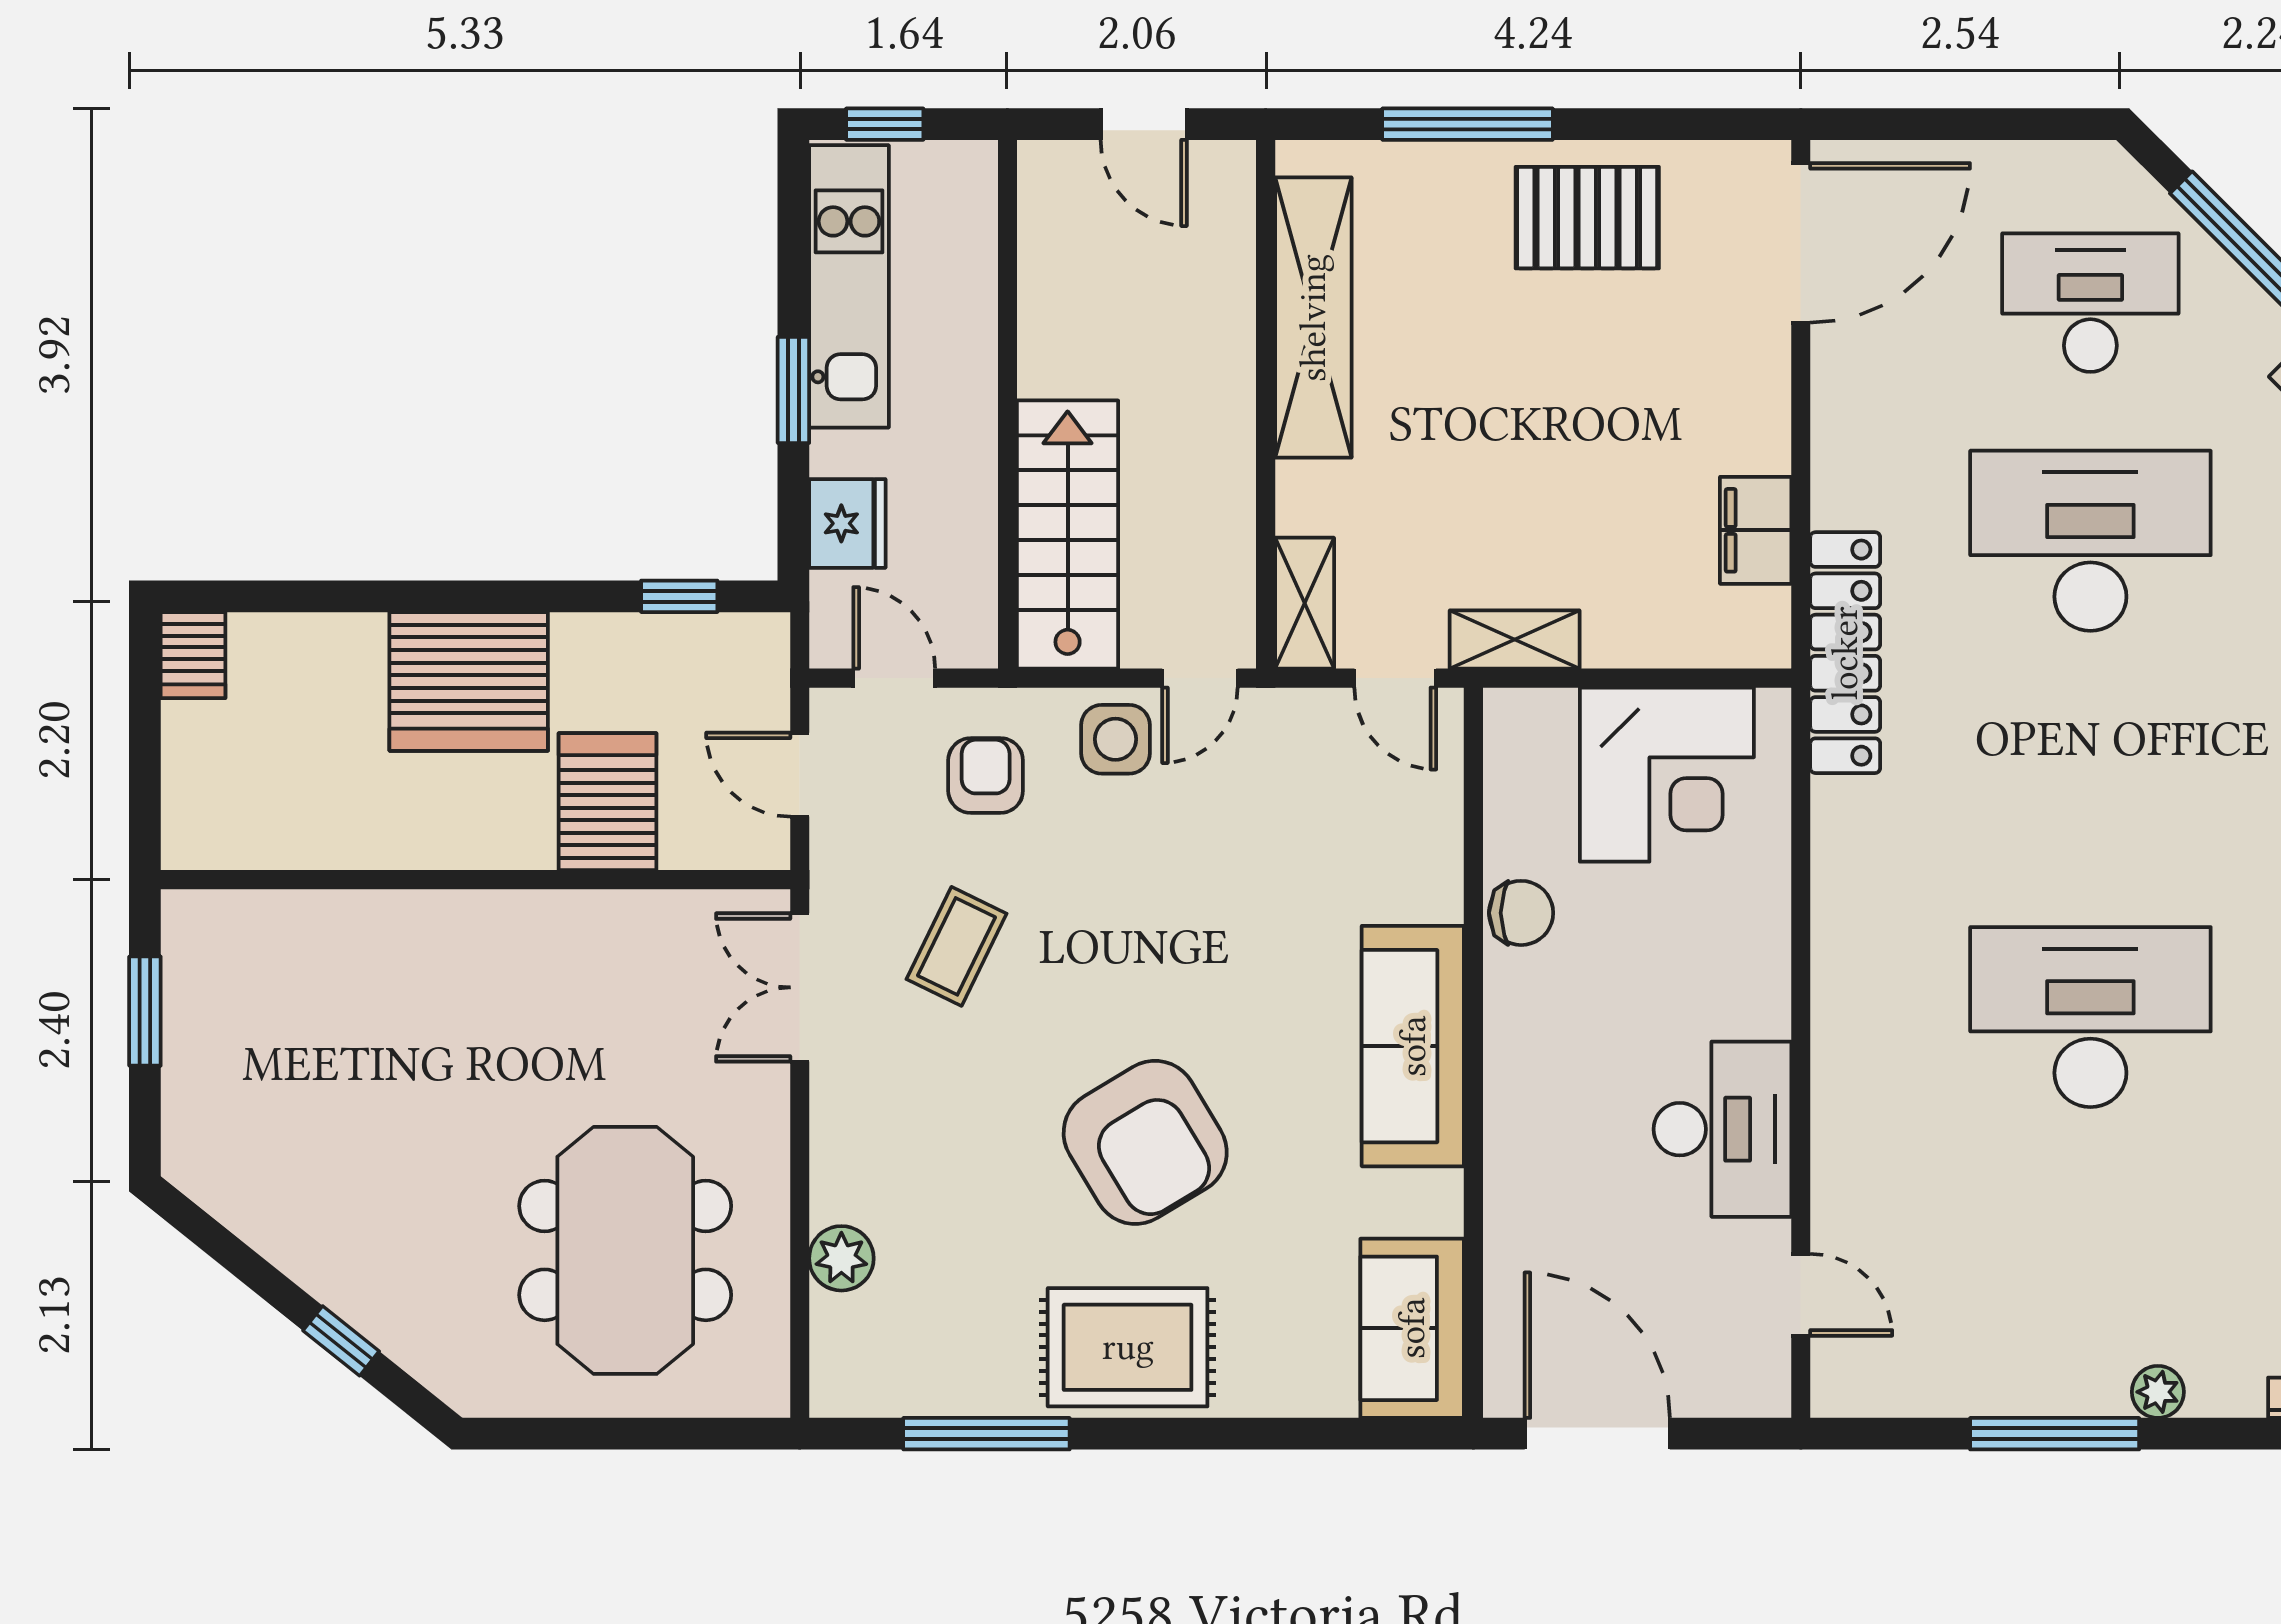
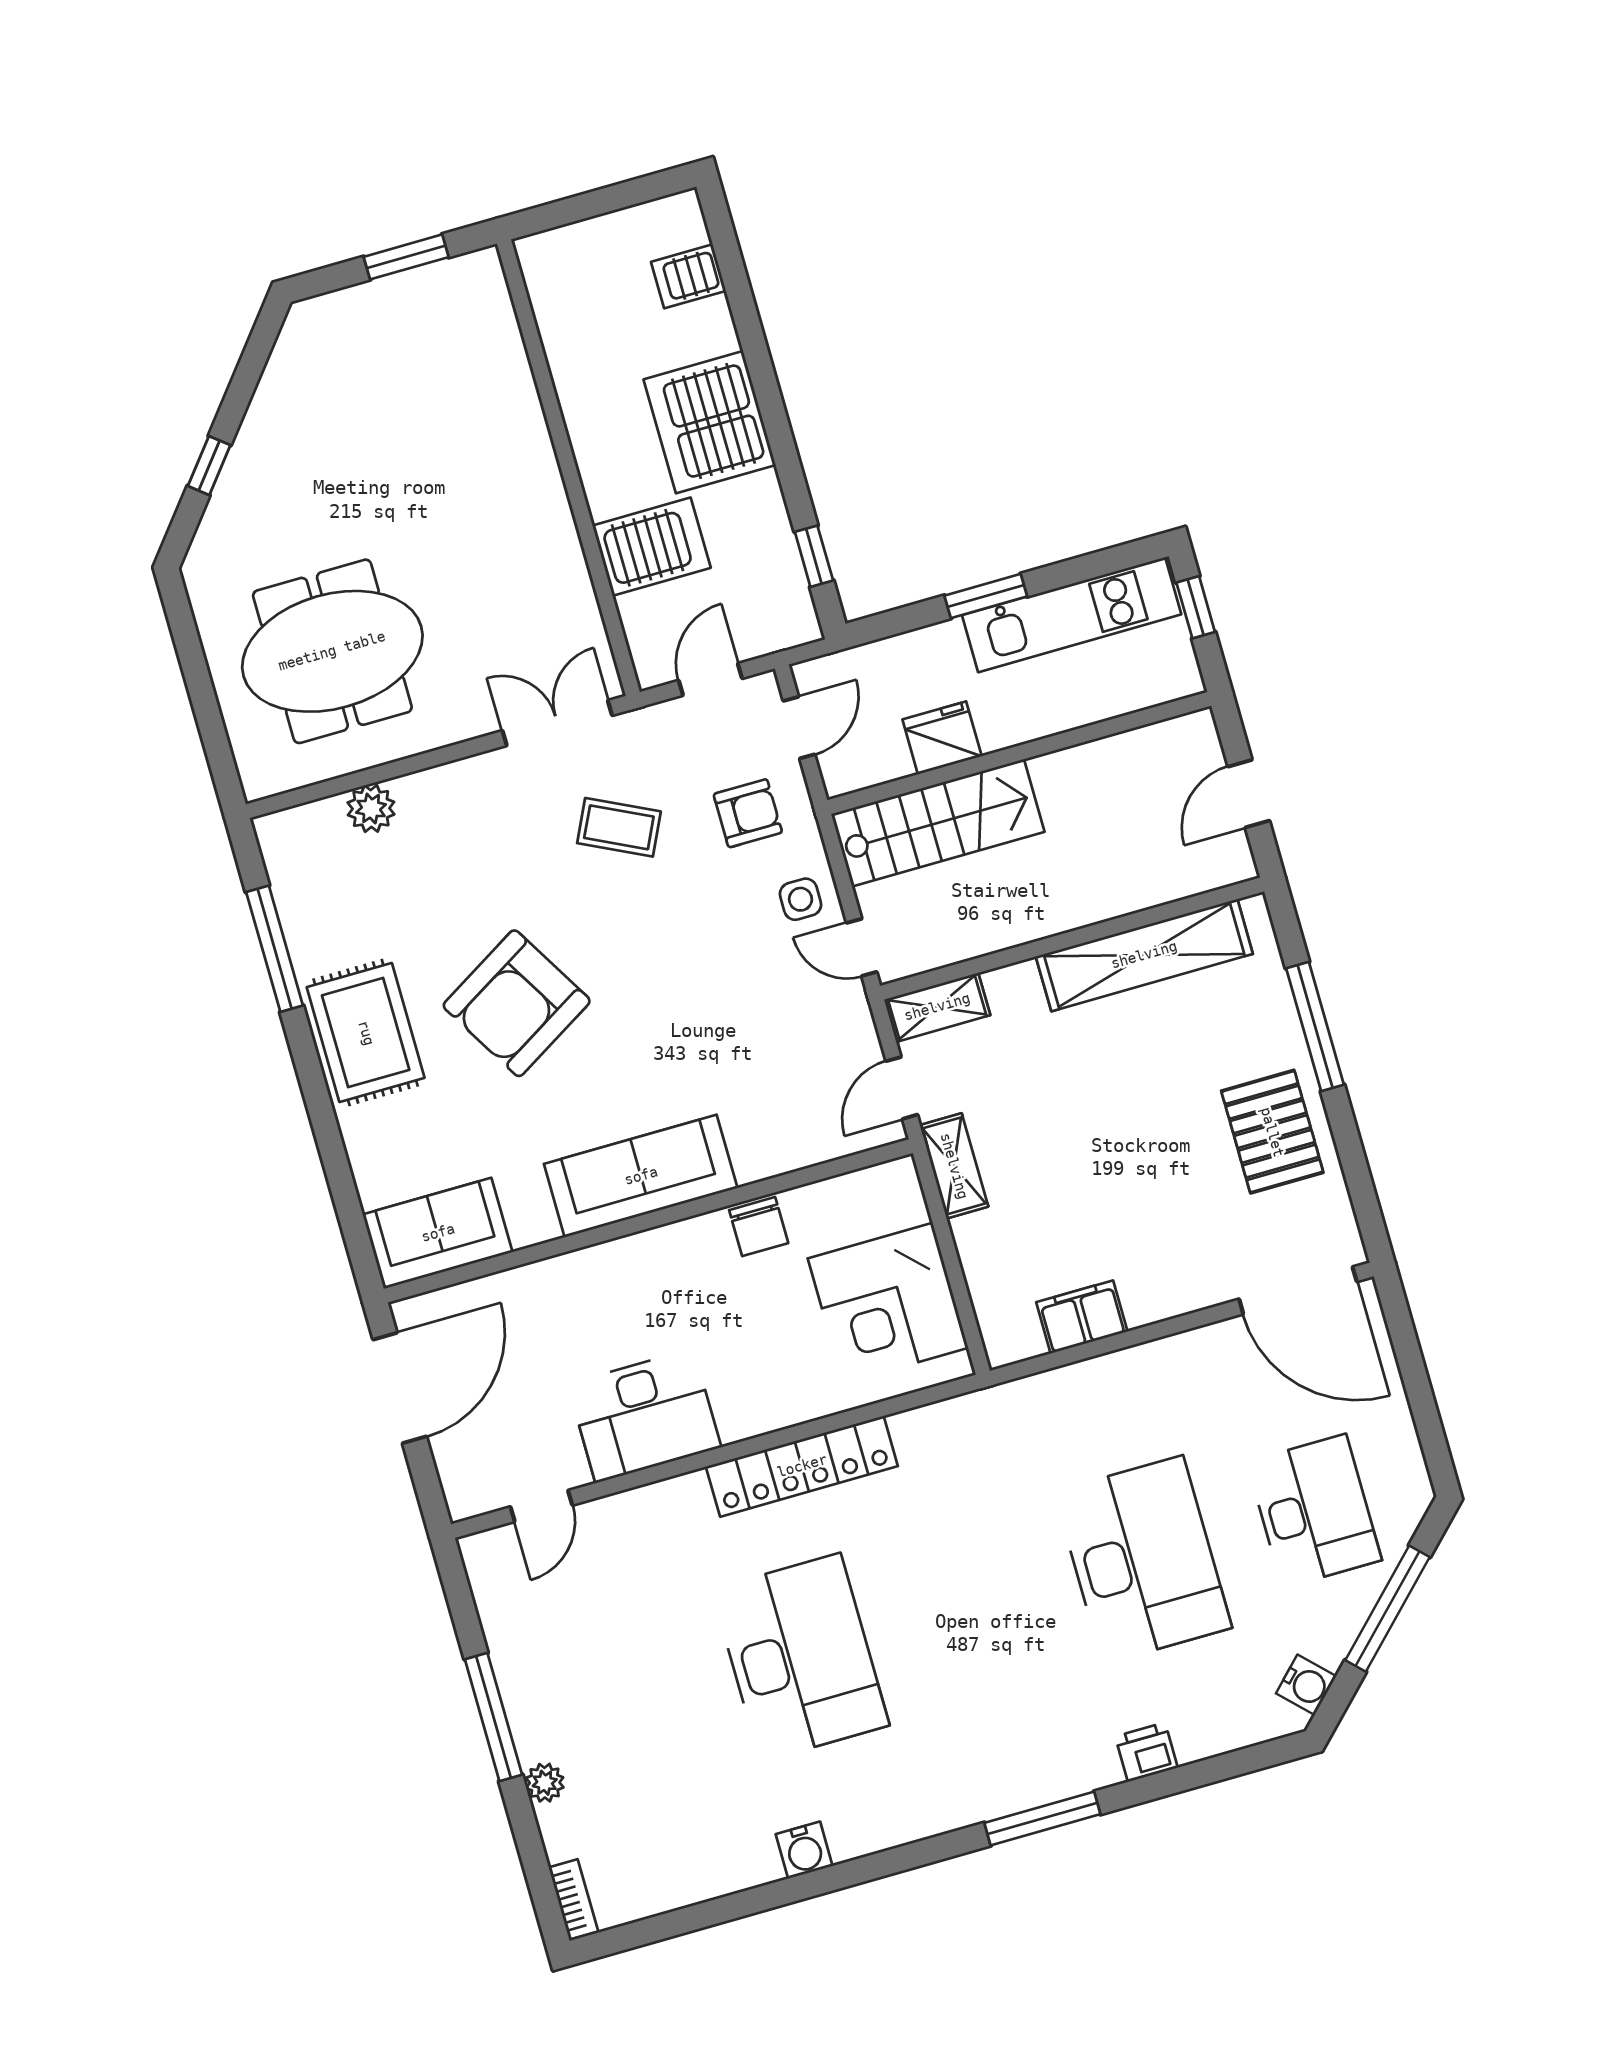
fridge: (847, 523) -> (942, 738), moved, turned 180
locker: (1845, 653) -> (802, 1466), moved
server rack: (193, 655) -> (689, 276), moved
side table: (1115, 739) -> (800, 899), width x0.73, depth x0.73

